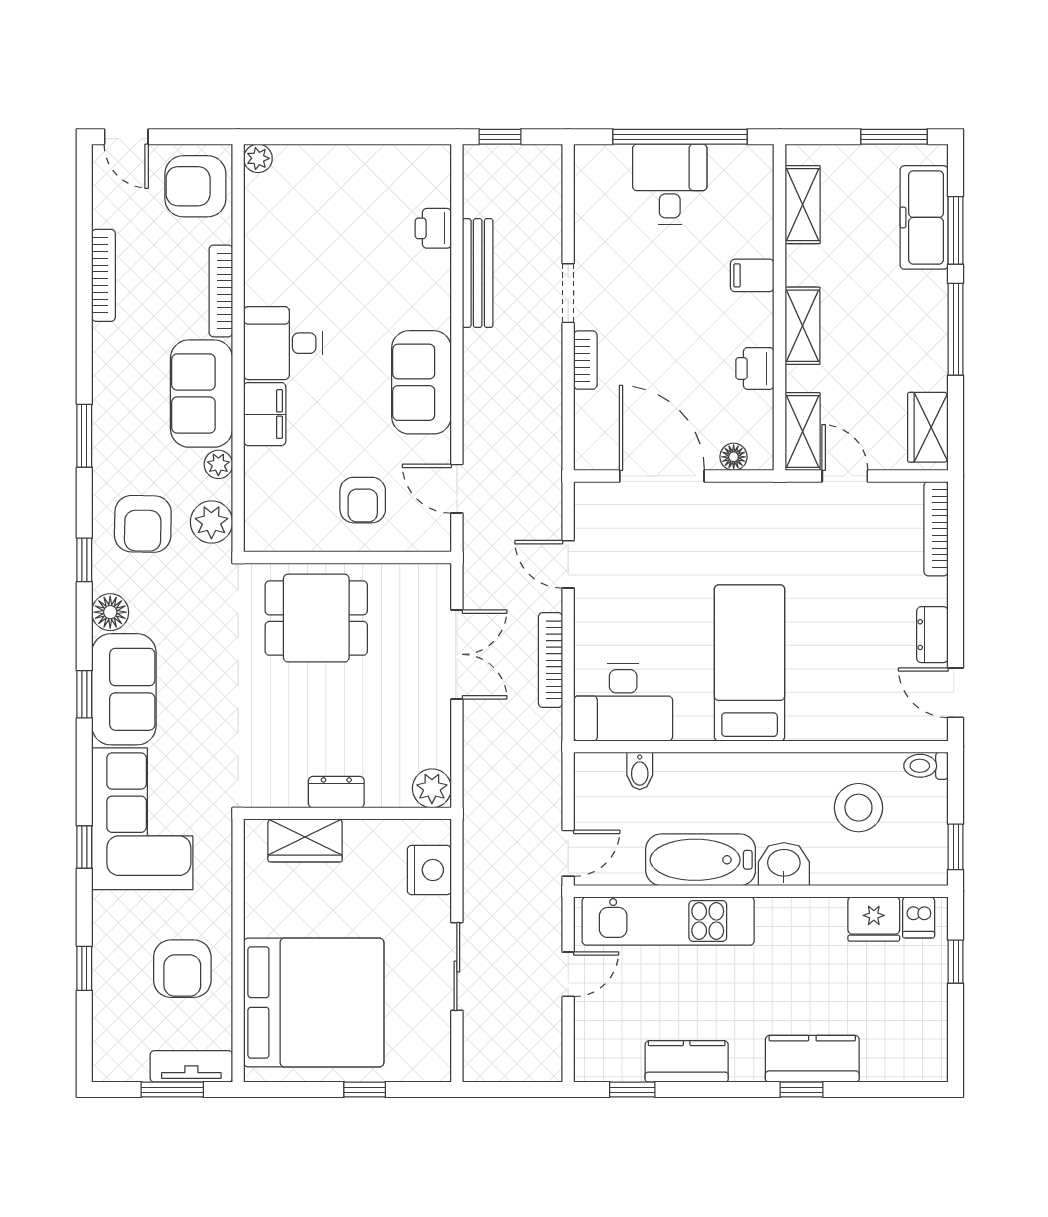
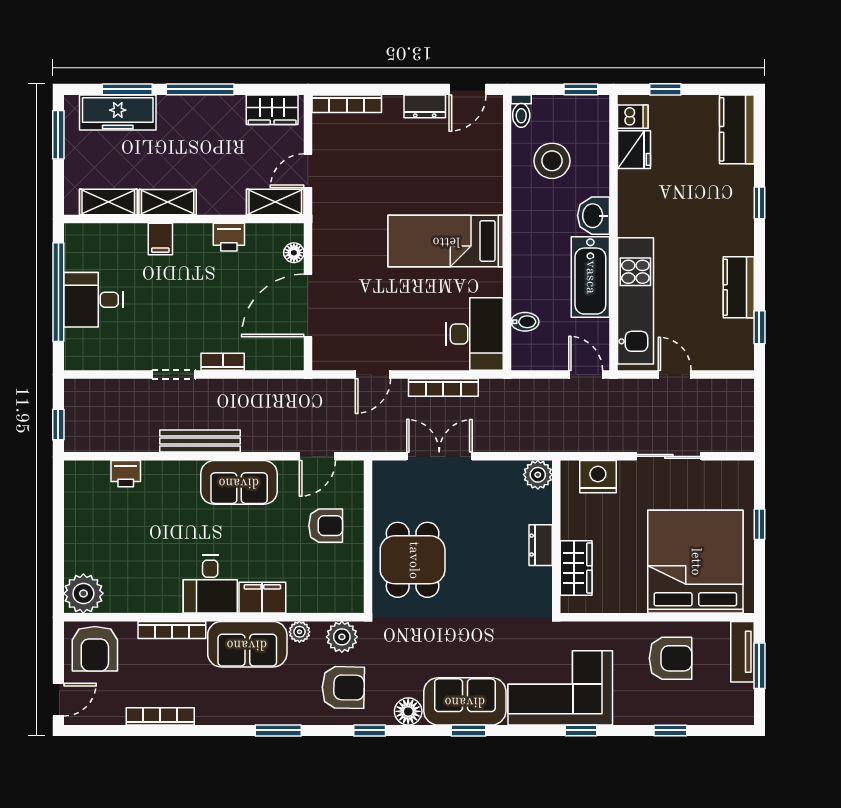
plant: (258, 158) -> (83, 593), width x1.88, depth x1.88
bench: (478, 273) -> (200, 441), moved
shelving: (802, 326) -> (168, 202), moved
kitchen counter: (812, 1059) -> (737, 129), moved

